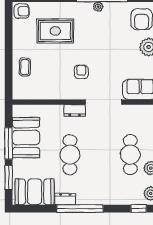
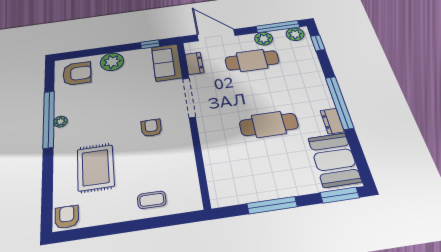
armchair: (81, 72) -> (151, 128), turned 90
dresser: (75, 110) -> (194, 63), moved
booth: (26, 138) -> (258, 183), removed
window: (9, 178) -> (340, 195), moved

